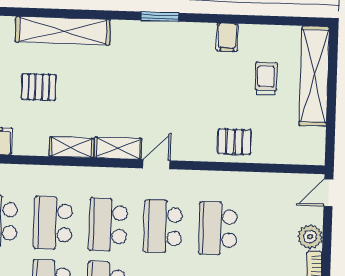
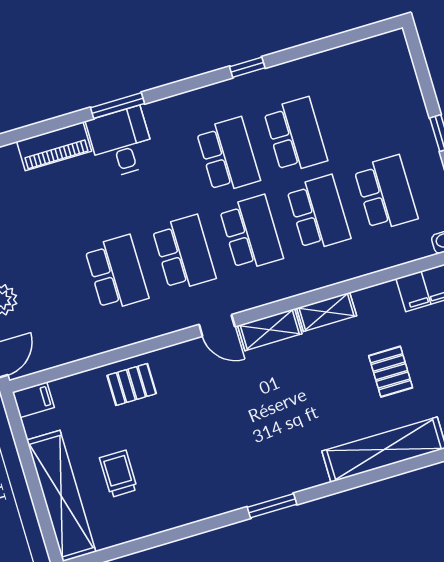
filing cabinet: (227, 37) -> (33, 400), moved, turned 90
trolley: (266, 79) -> (118, 474), turned 180
pallet: (39, 87) -> (391, 372), turned 90
door: (156, 164) -> (217, 326), hinge flipped

